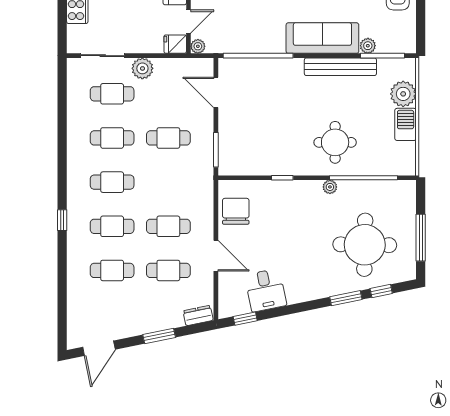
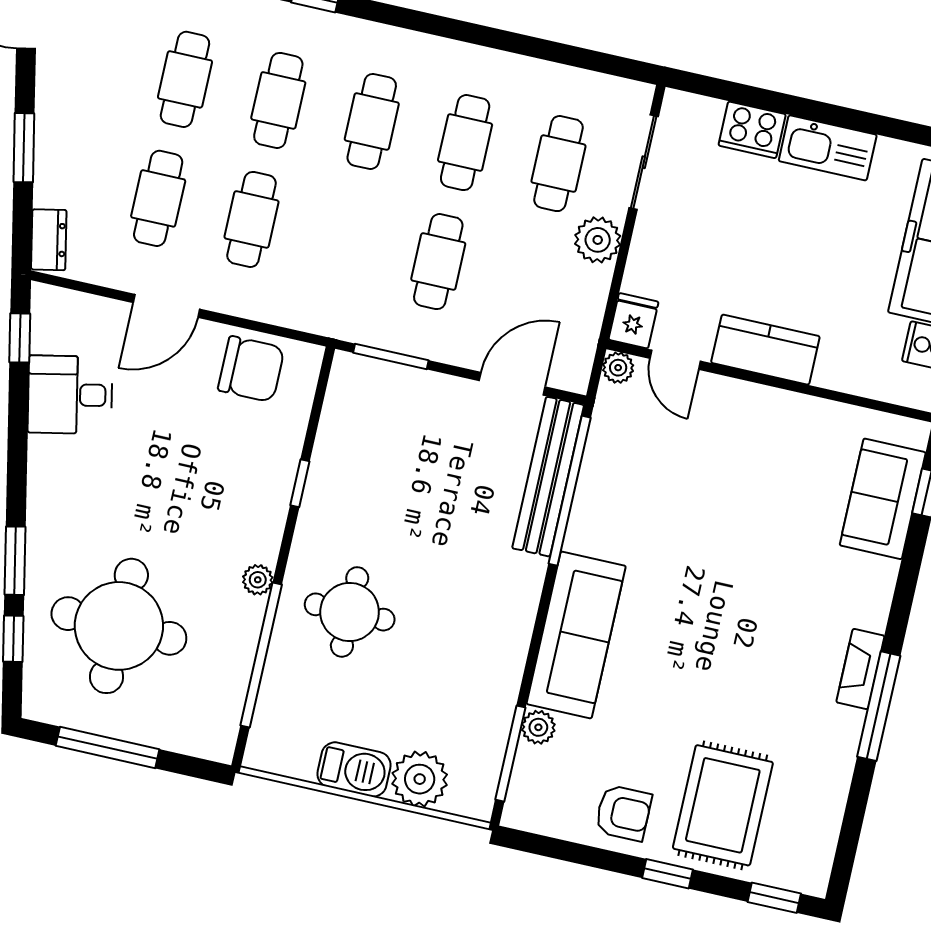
bench: (340, 67) -> (548, 477), moved

